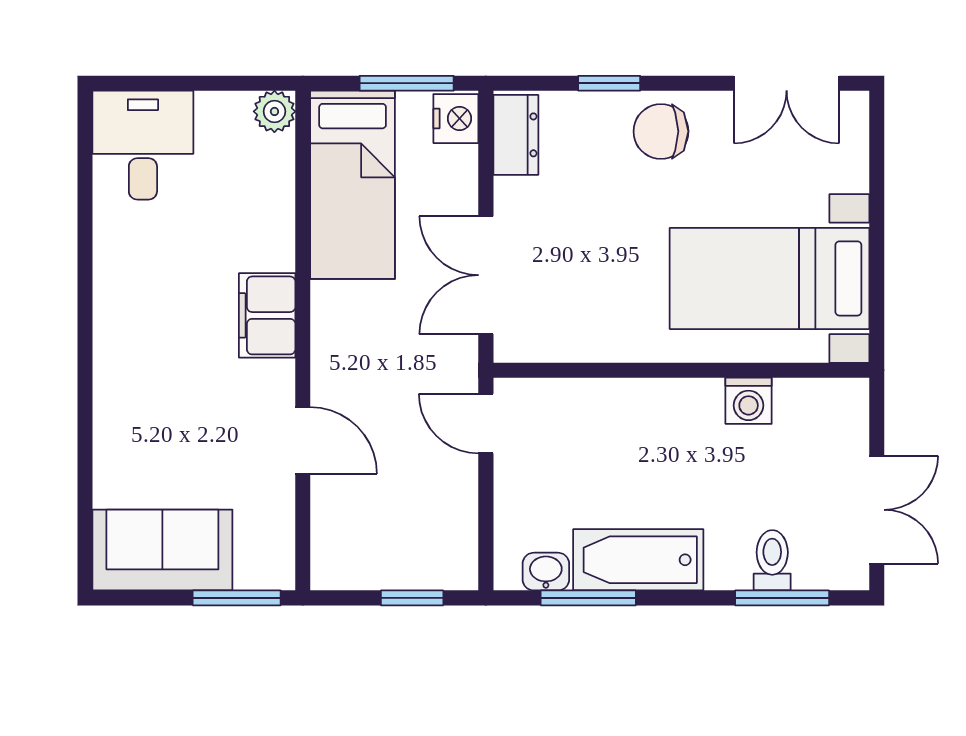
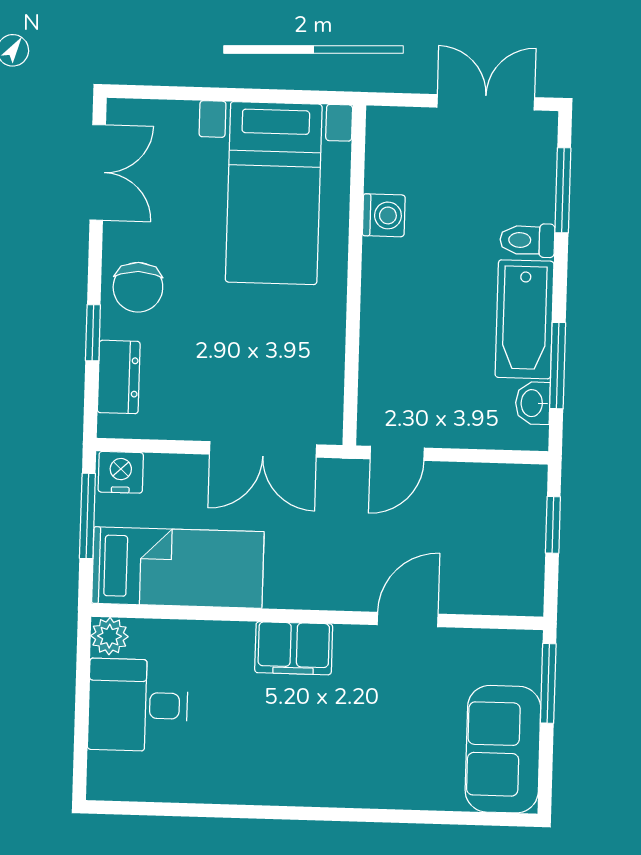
dresser: (516, 135) -> (119, 377), moved, turned 90
desk: (143, 145) -> (138, 705), moved
toilet: (772, 560) -> (527, 240), moved

